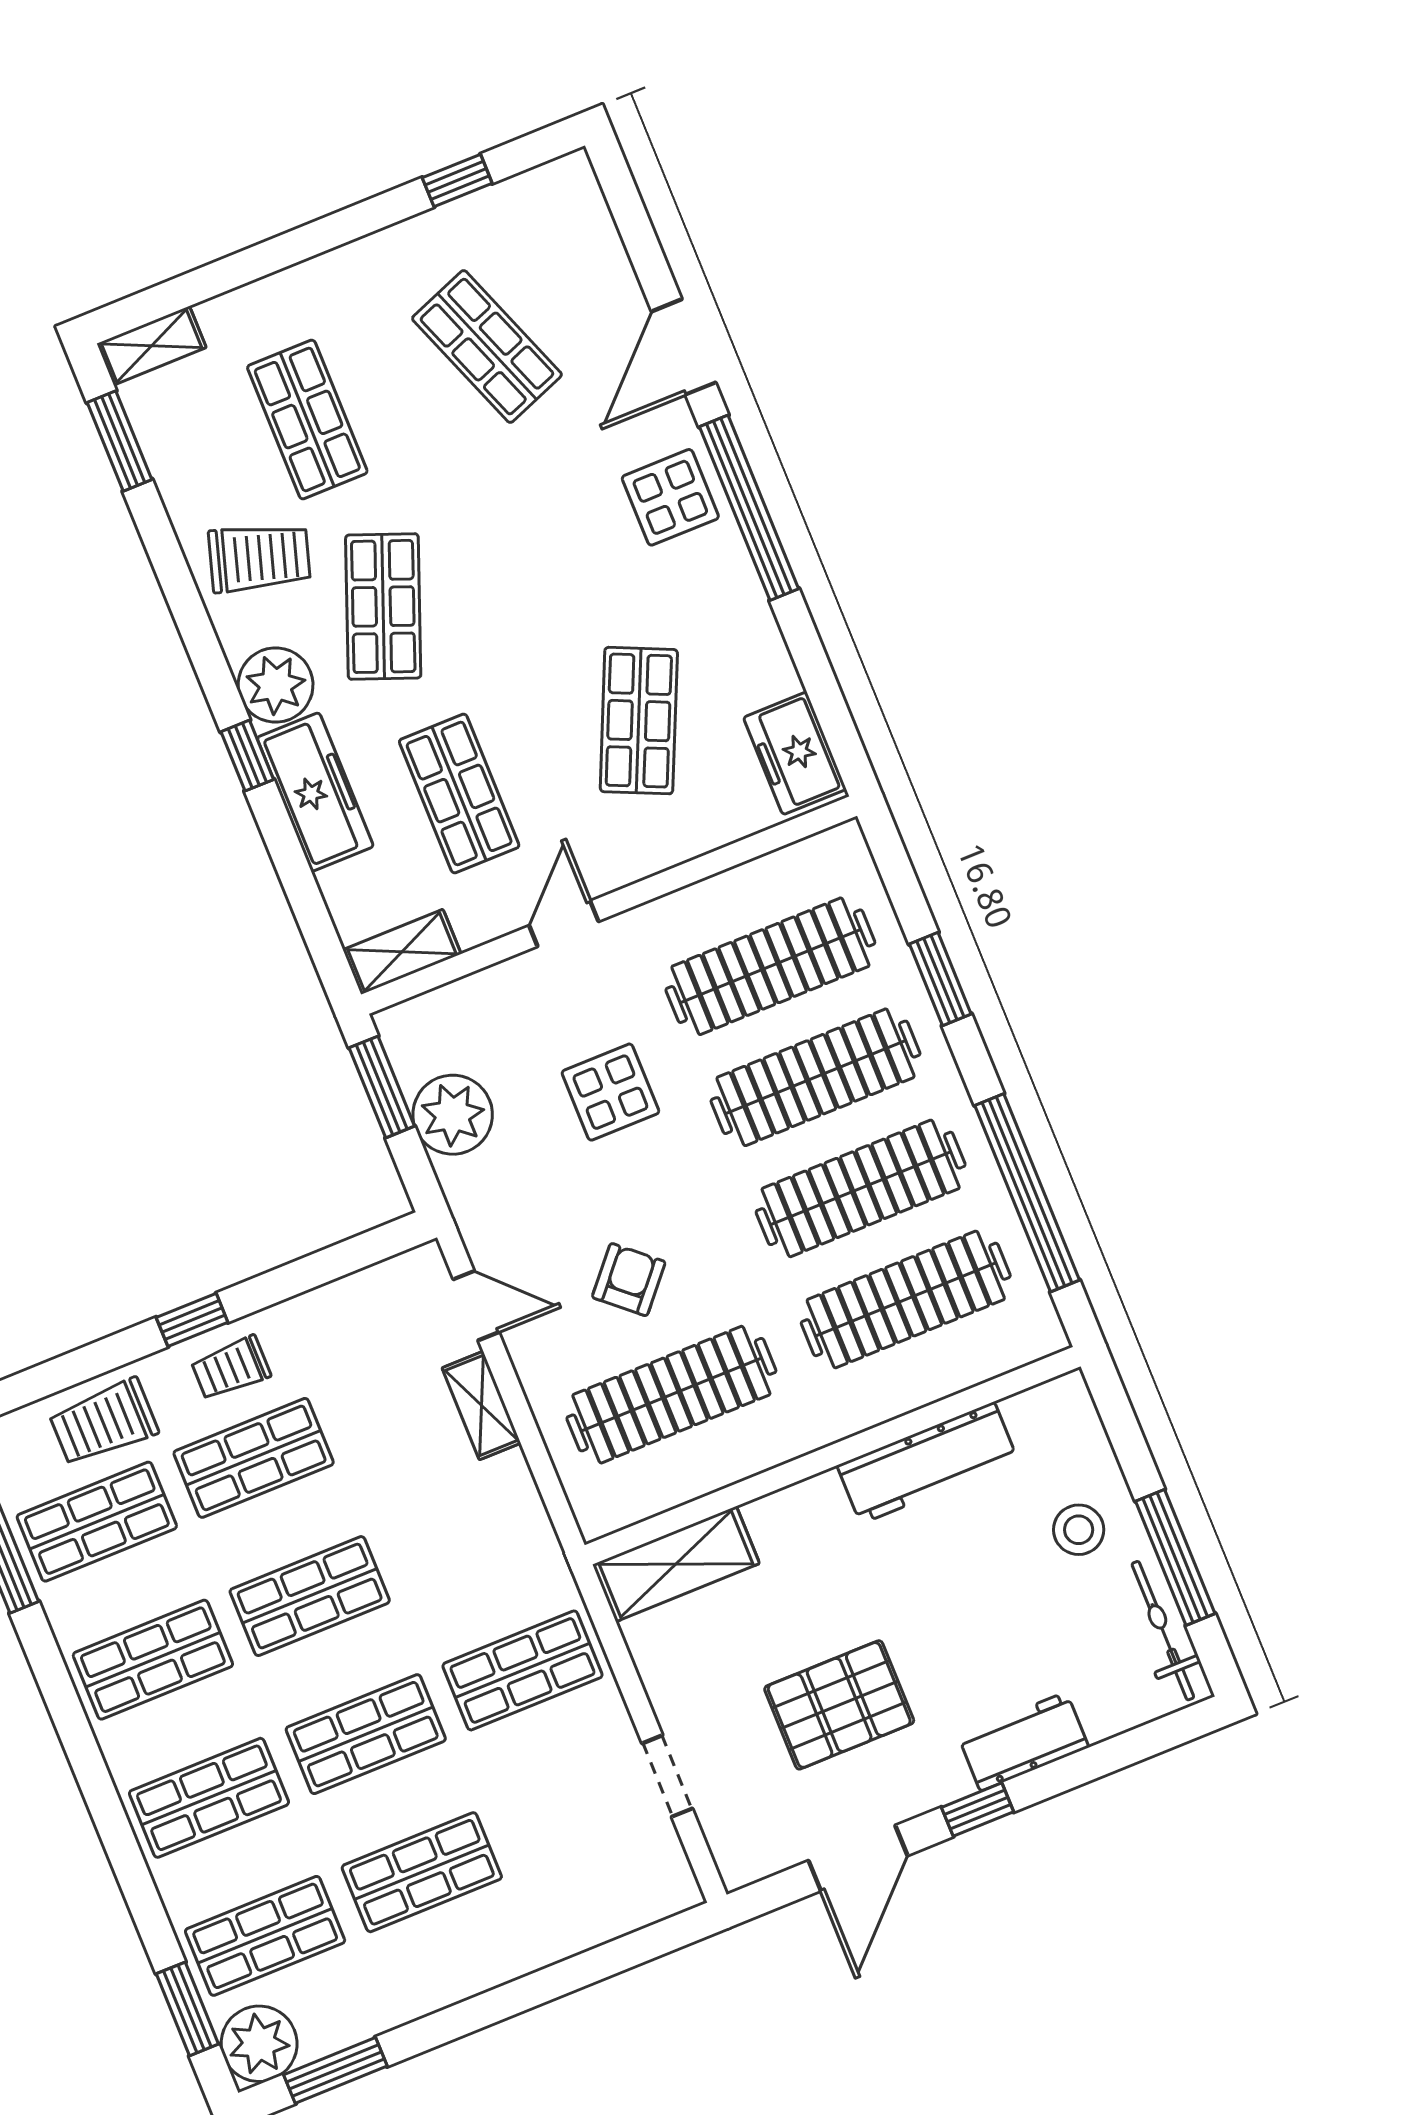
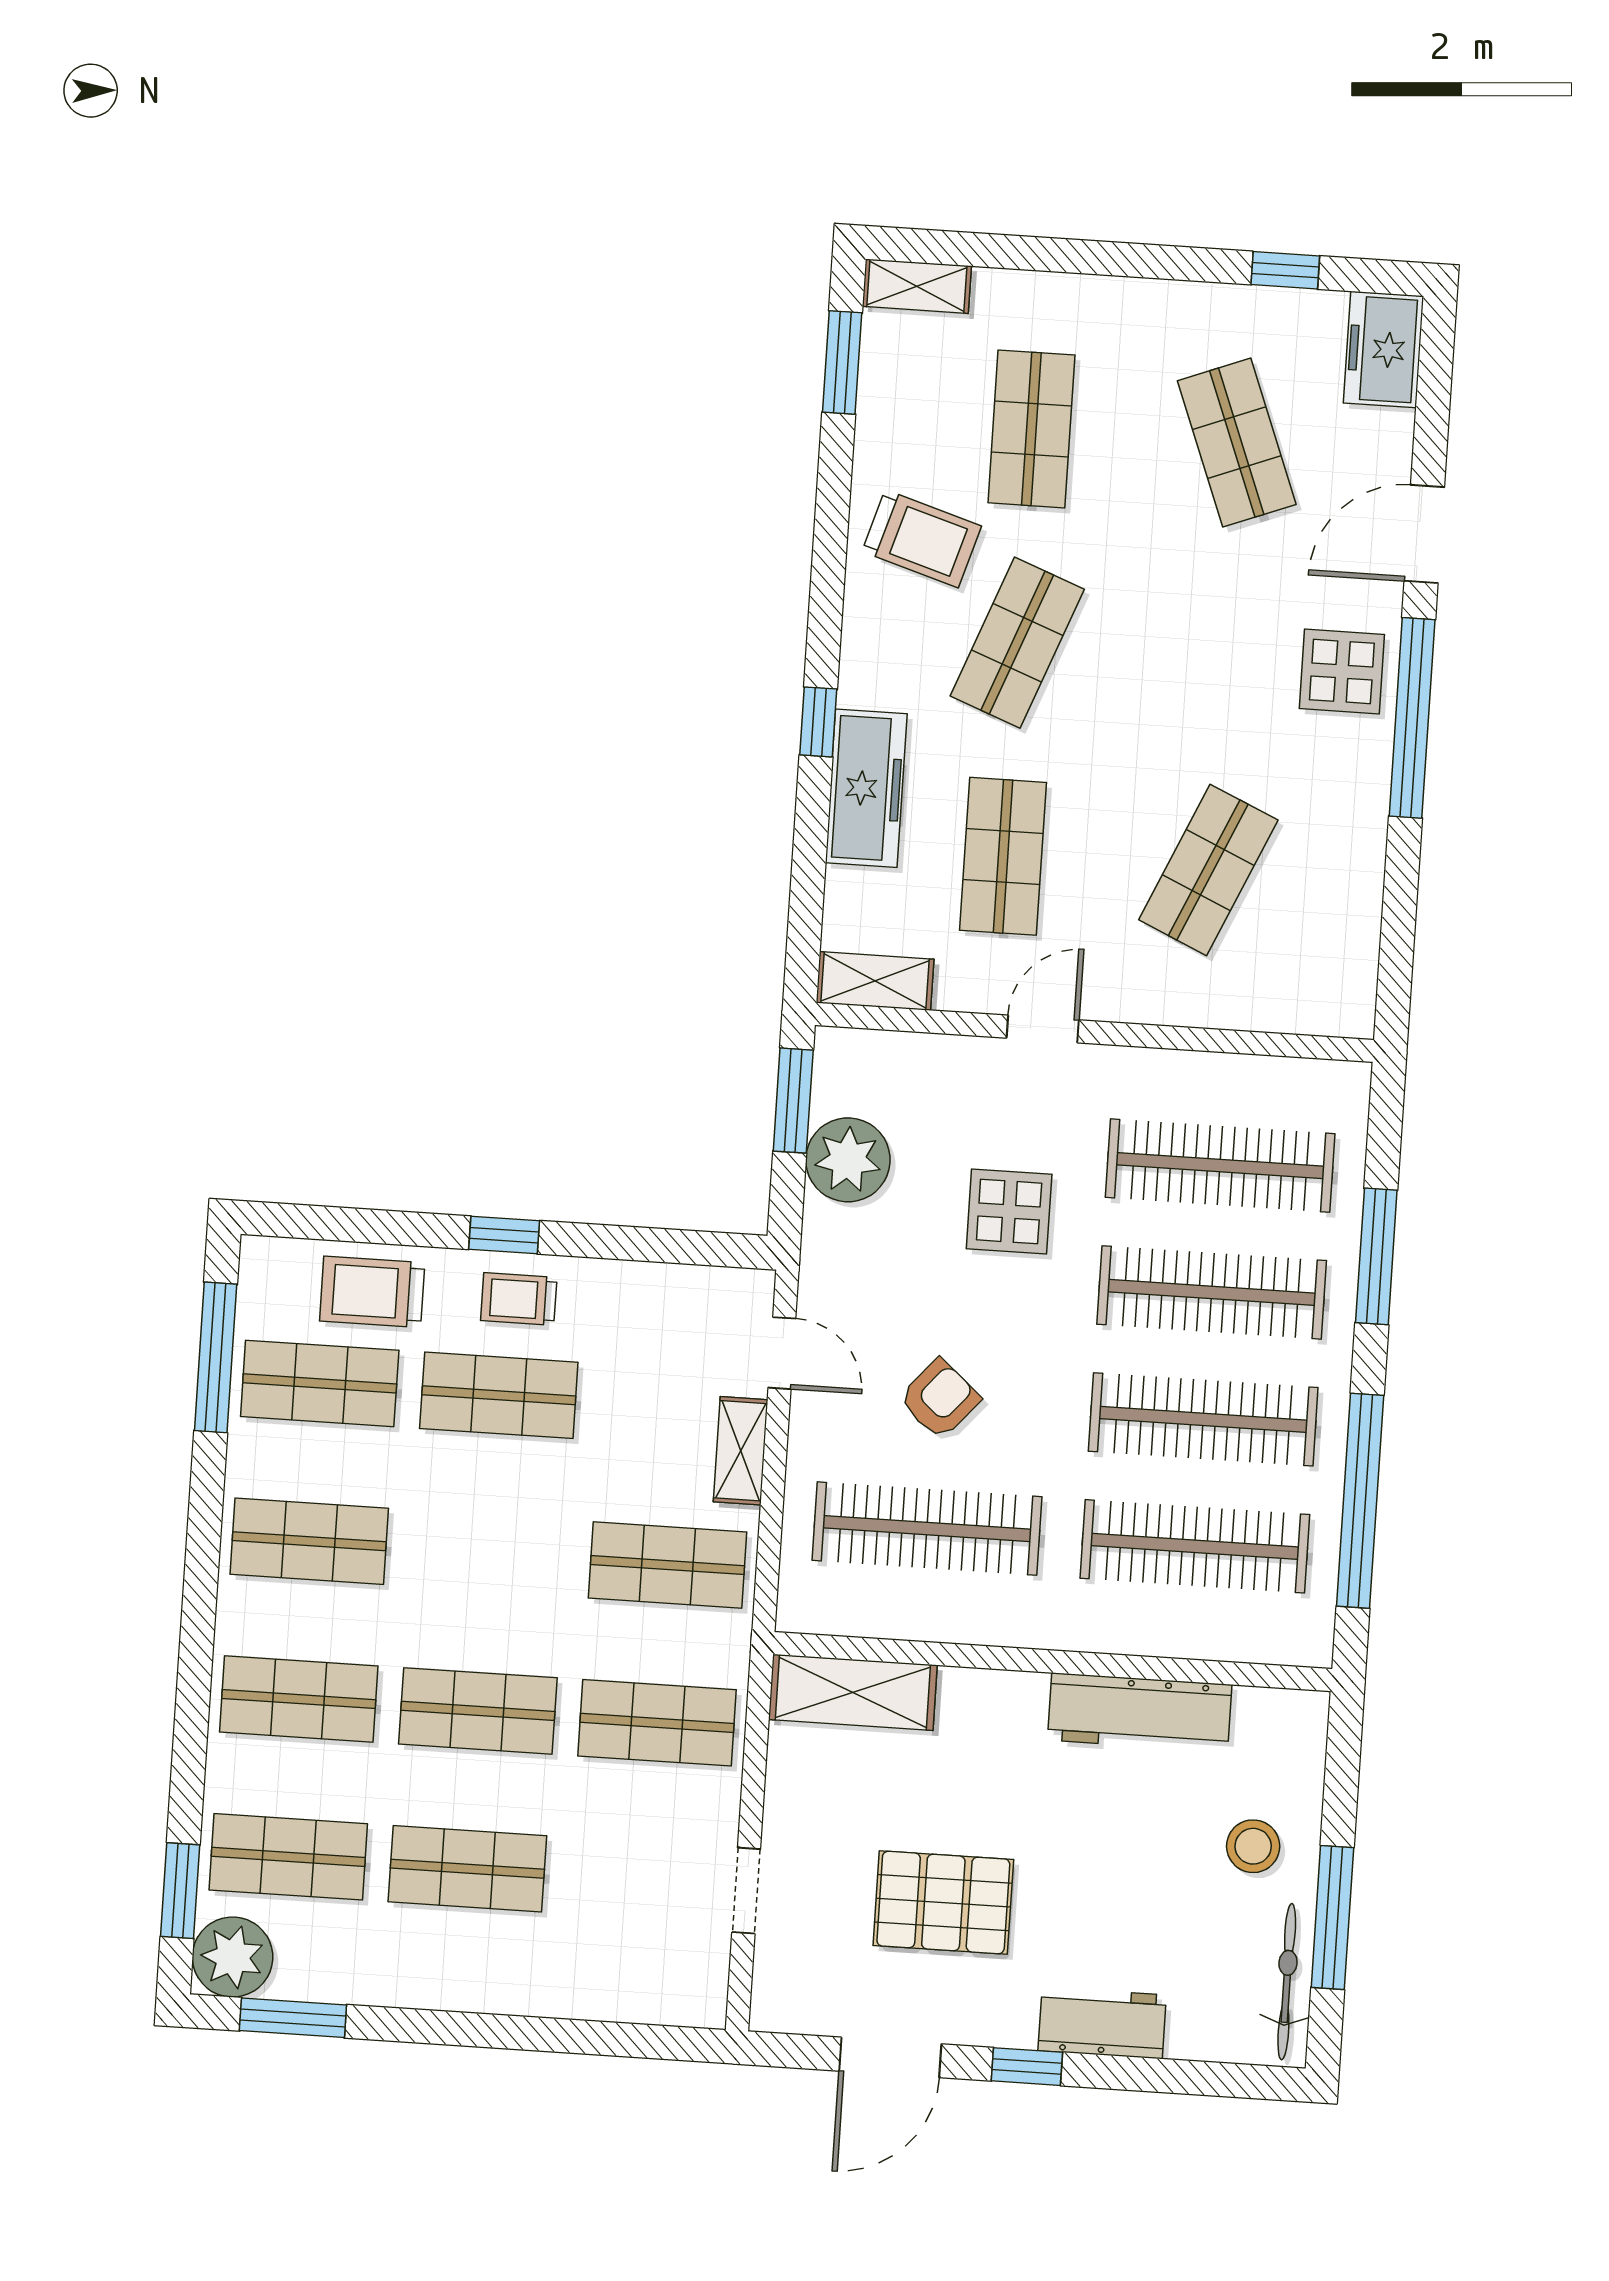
plant: (276, 685) -> (878, 668), removed
freezer: (795, 753) -> (1384, 349), moved
window: (940, 979) -> (1376, 1256), width x1.44
shop shelf: (310, 1596) -> (667, 1565), moved

